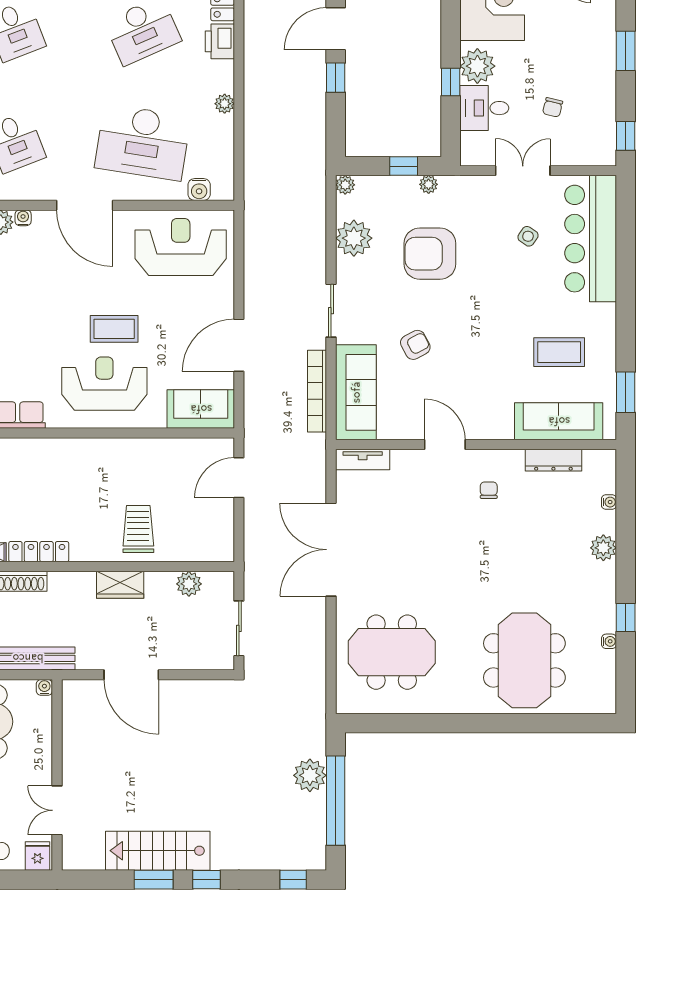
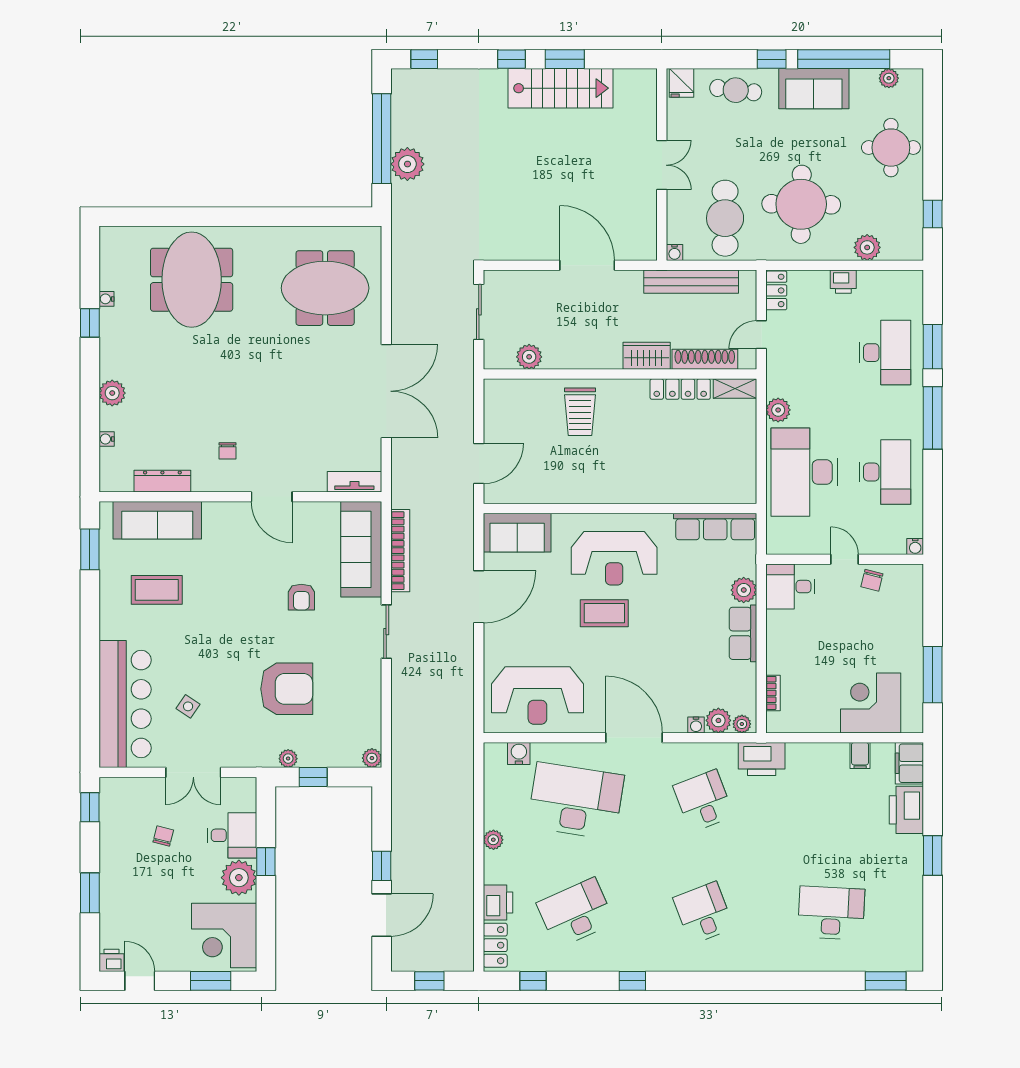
plant: (354, 238) -> (363, 704), removed
armchair: (415, 345) -> (301, 597), turned -62
wardrobe: (120, 585) -> (647, 356), moved
double door: (57, 810) -> (662, 165), moved

